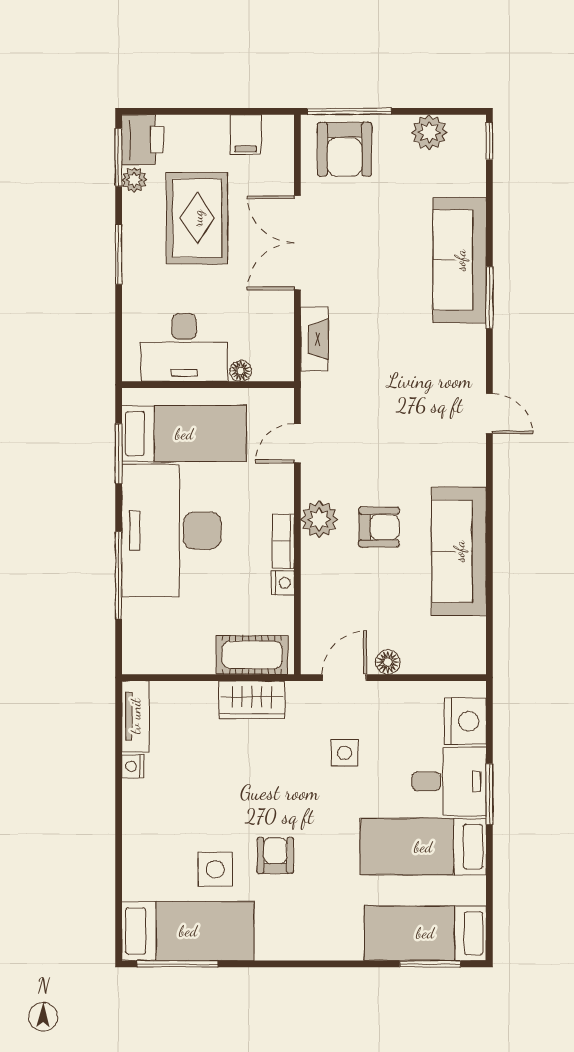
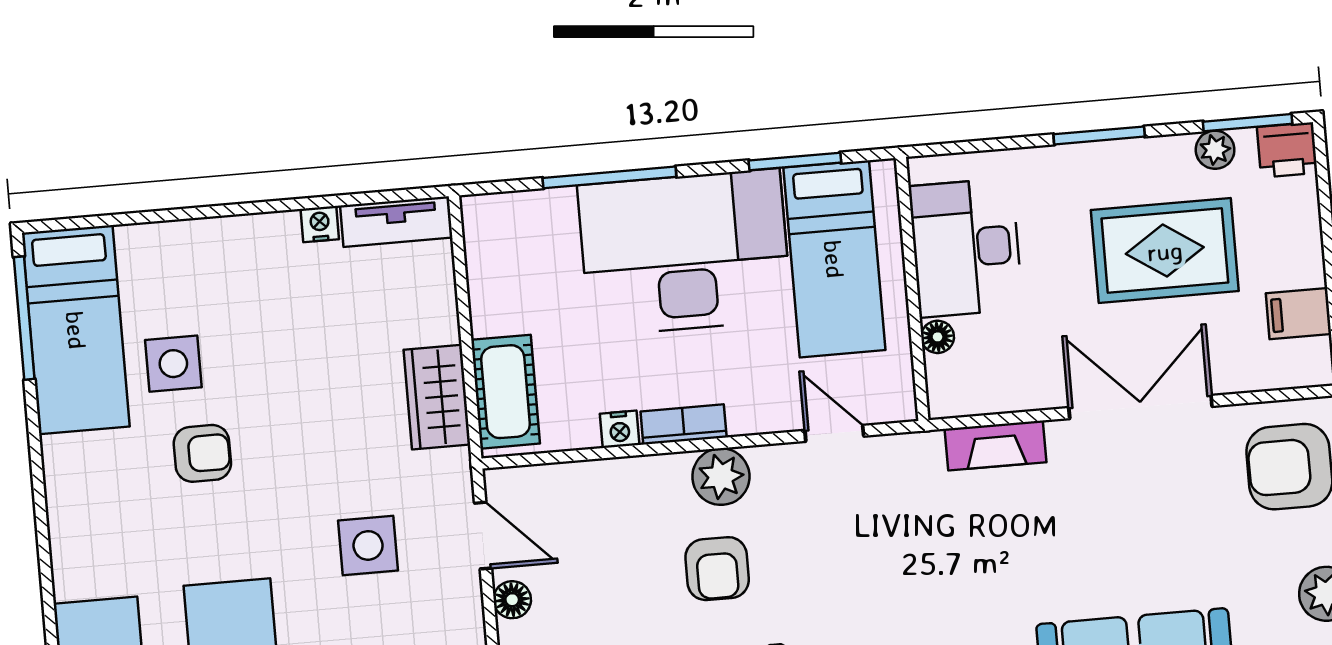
printer: (142, 140) -> (1287, 150), width x0.73, depth x0.81
side table: (344, 753) -> (368, 545), width x1.37, depth x1.37

